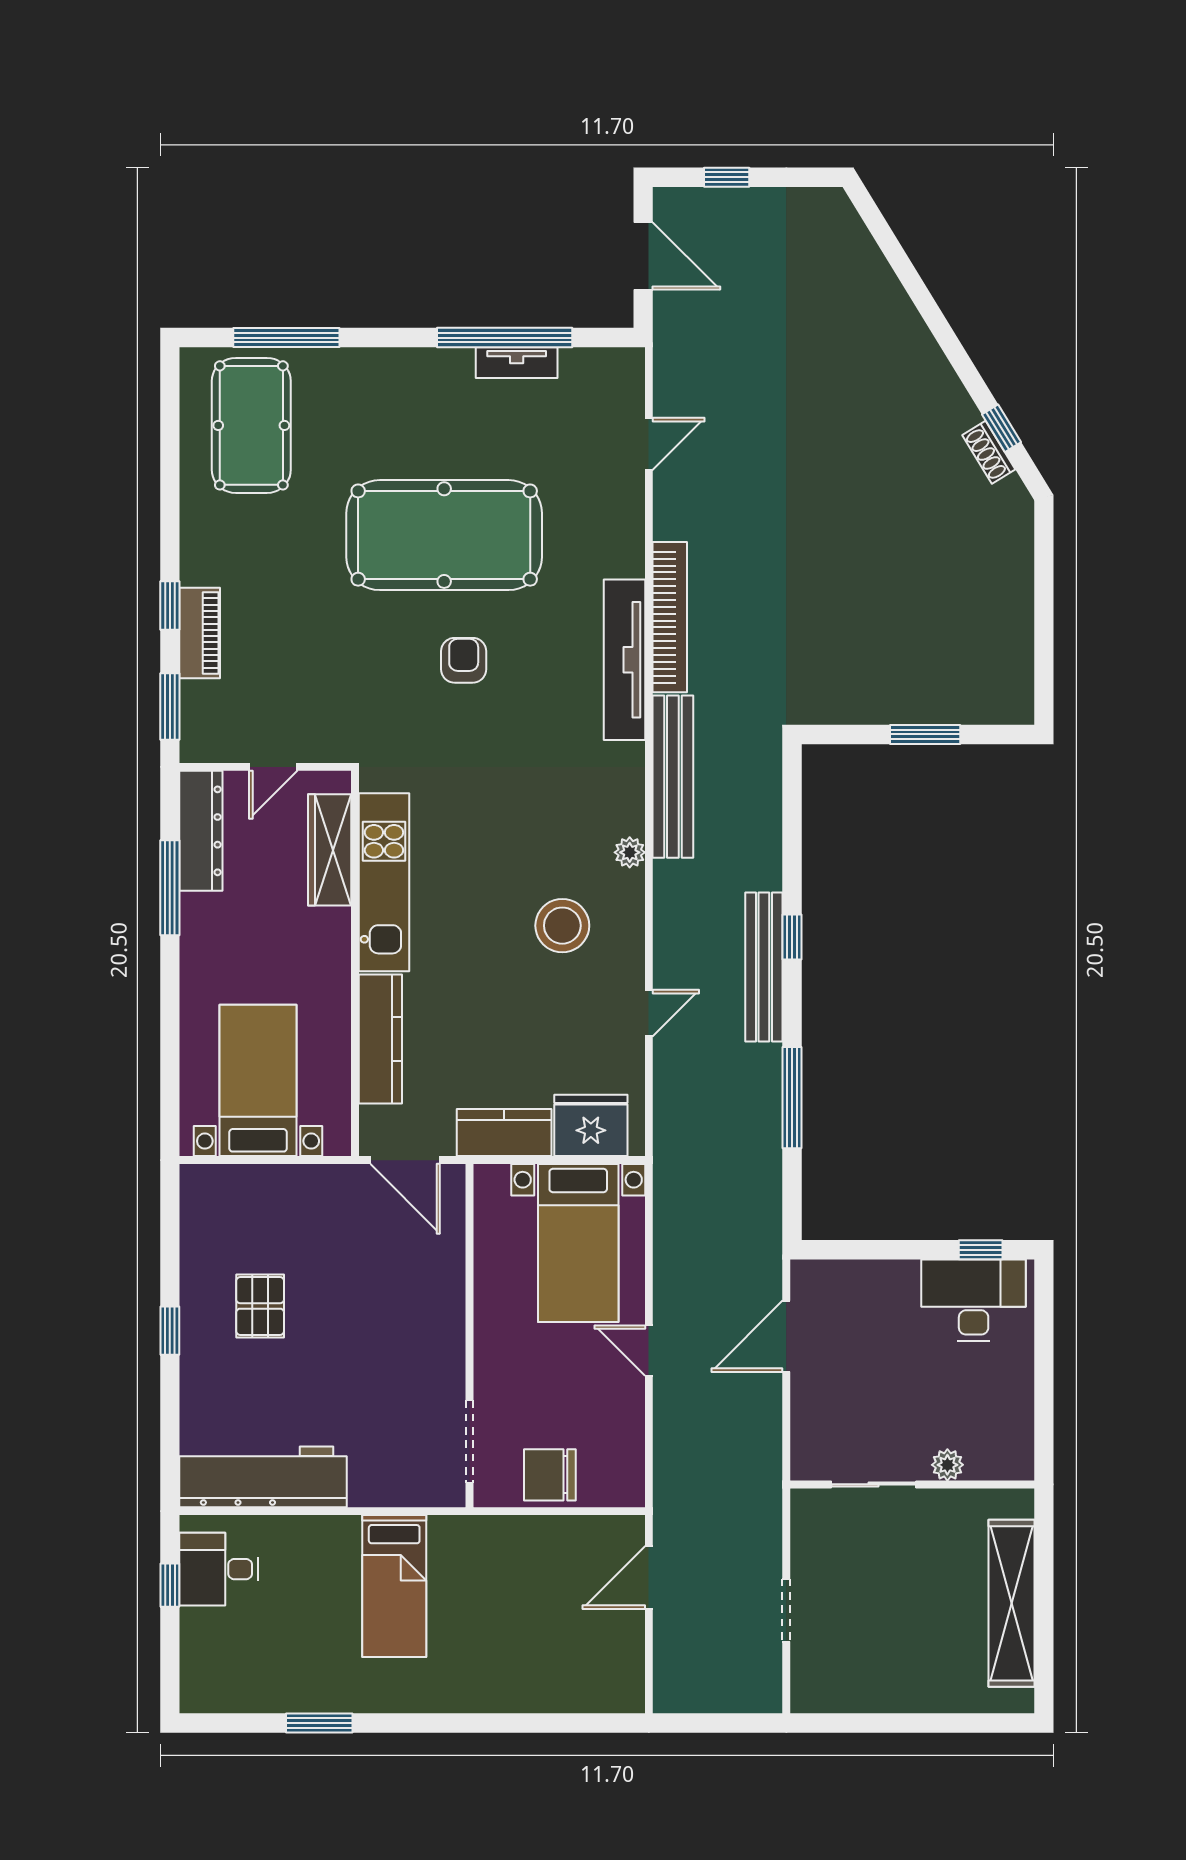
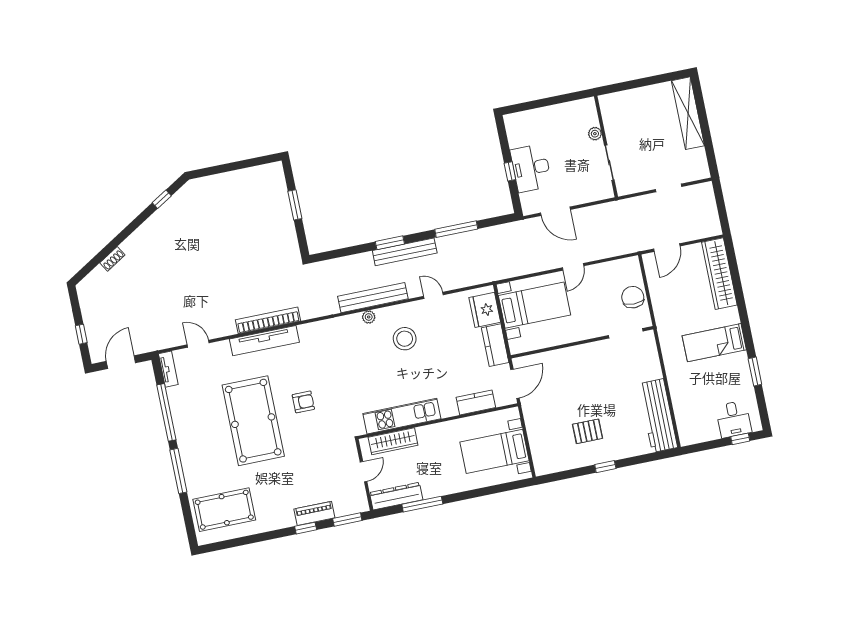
window: (286, 338) -> (178, 471), moved
tv unit: (517, 363) -> (168, 369), moved
shoe rack: (989, 452) -> (112, 259), moved
armchair: (464, 660) -> (303, 402), turned 180
tv unit: (625, 660) -> (264, 341), moved
door: (273, 767) -> (364, 472), hinge flipped
bench: (673, 777) -> (373, 298), moved
window: (792, 937) -> (390, 243), width x1.50
kitchen counter: (380, 1039) -> (476, 402), width x0.67
window: (981, 1250) -> (510, 171), moved
desk: (974, 1300) -> (531, 168), moved
chair: (550, 1475) -> (633, 297), turned 180
desk: (219, 1569) -> (734, 419), moved
door: (649, 1578) -> (667, 248), hinge flipped
window: (170, 1585) -> (740, 439), moved
bed: (394, 1586) -> (714, 343), moved, turned 180
shelving: (1012, 1603) -> (688, 113), moved, turned 90
wardrobe: (564, 1687) -> (719, 274), added

